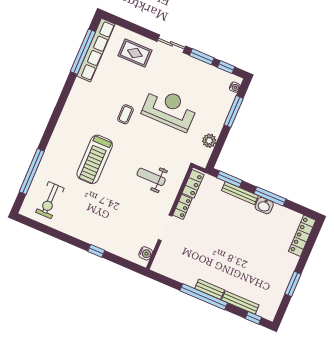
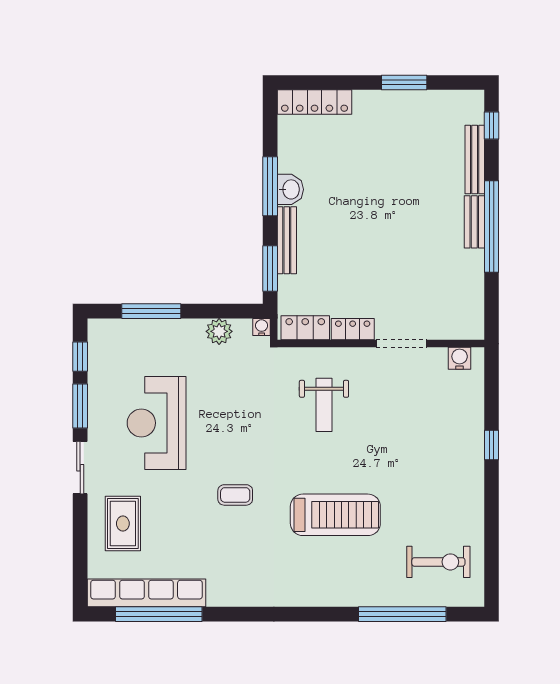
water cooler: (235, 87) -> (262, 327), moved
reception desk: (170, 109) -> (157, 423), moved

